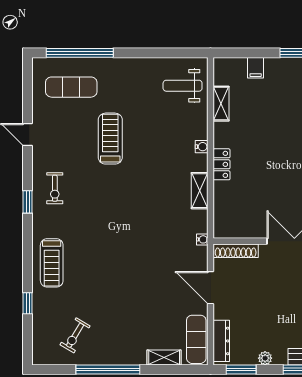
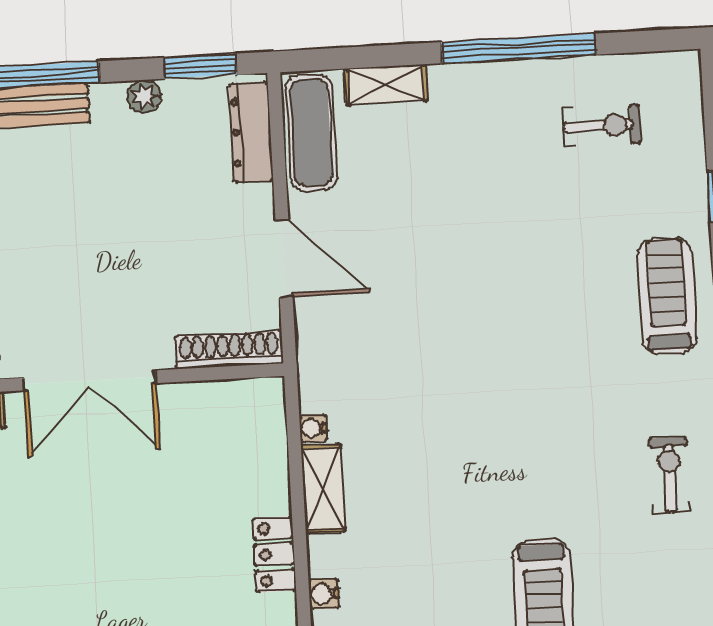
water cooler: (202, 239) -> (313, 428), moved
exercise bike: (75, 335) -> (602, 126), turned 59

